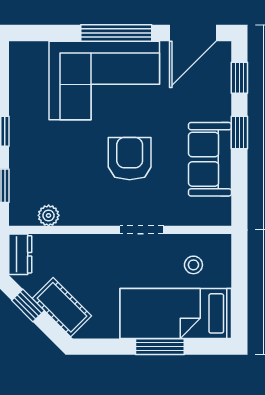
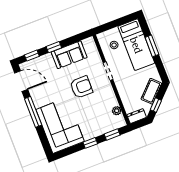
corner sofa: (104, 80) -> (60, 125), moved
armchair: (130, 159) -> (81, 87), turned 180

